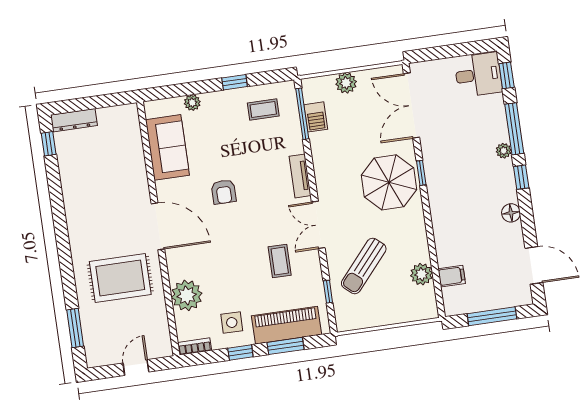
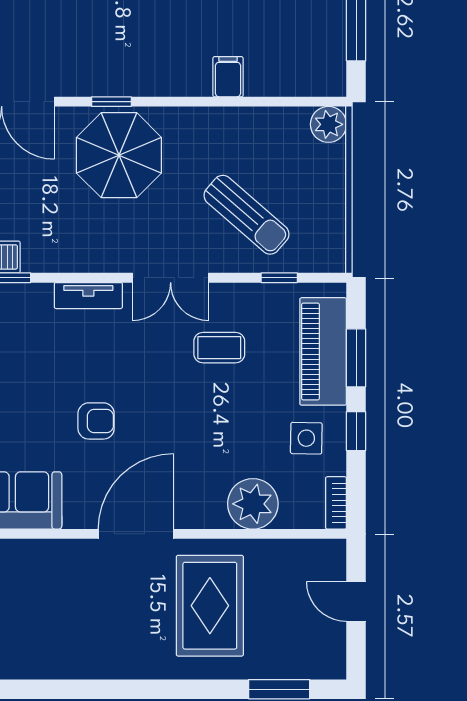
plant: (422, 274) -> (328, 124), moved
filing cabinet: (452, 276) -> (228, 77), moved

